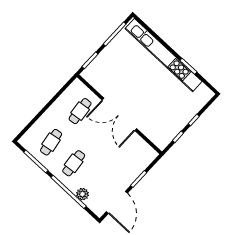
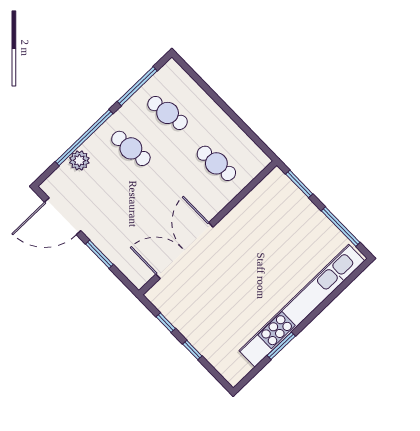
double door: (119, 114) -> (184, 251), moved

